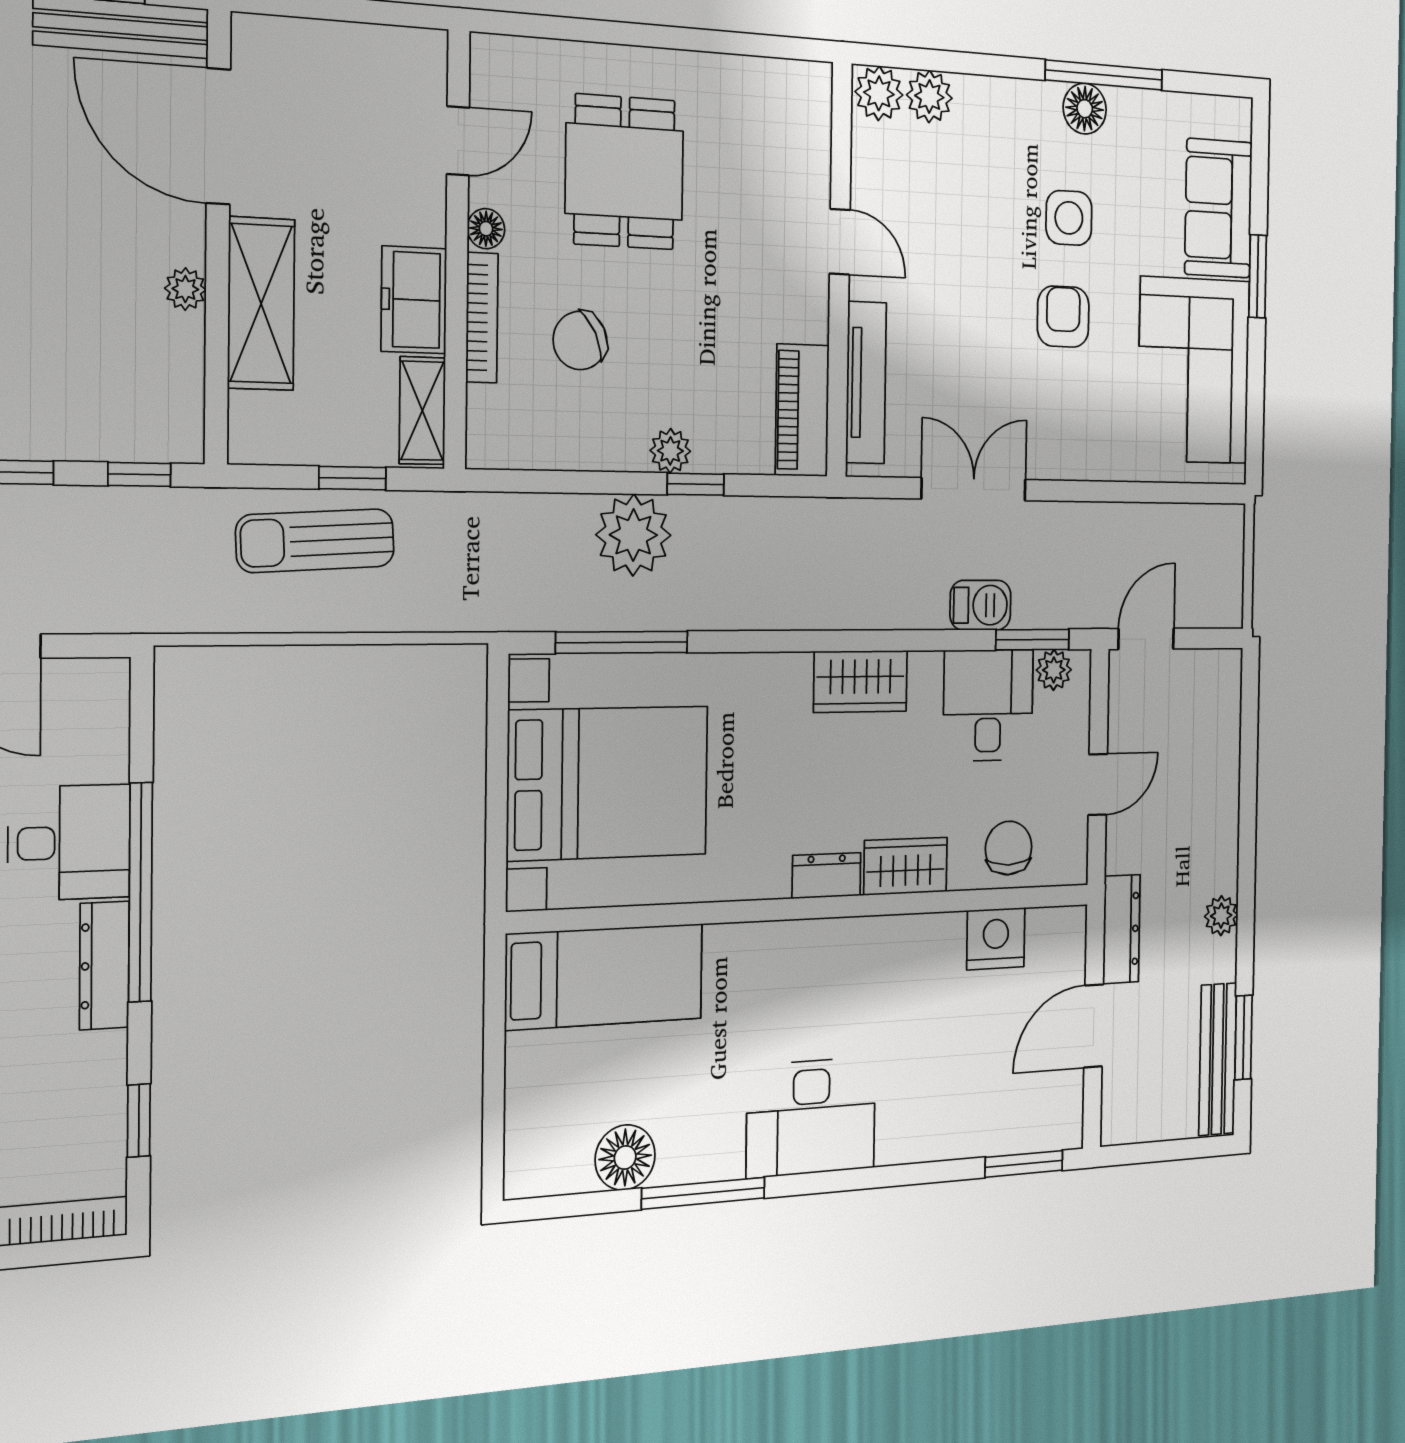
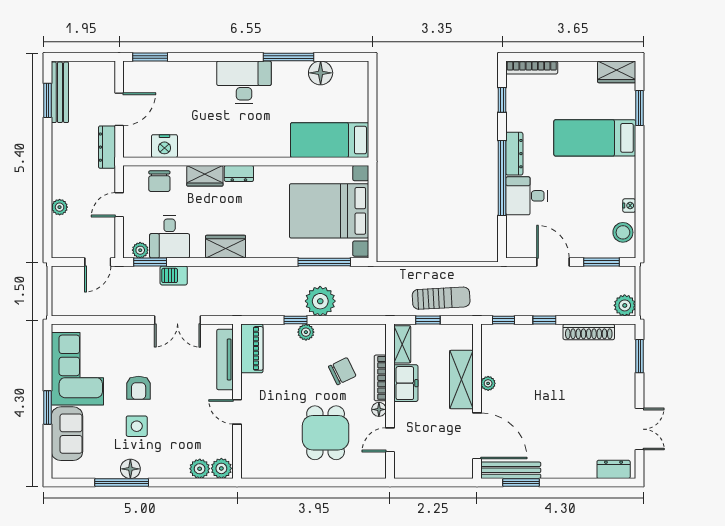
plant: (1221, 916) -> (60, 207), moved

